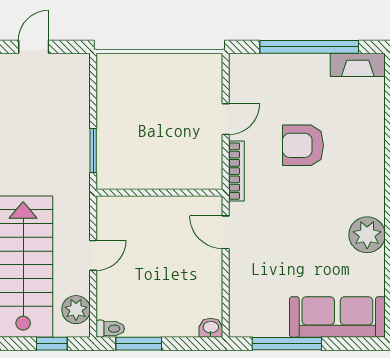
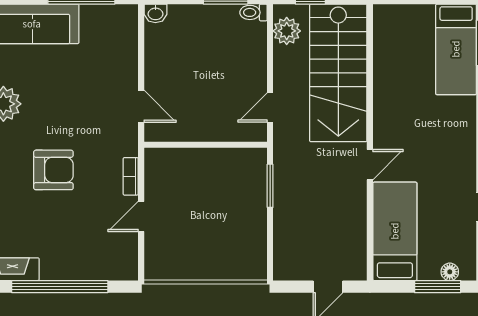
armchair: (303, 145) -> (53, 170), moved
bookcase: (236, 171) -> (131, 176), width x0.64
door: (93, 255) -> (270, 108), moved

